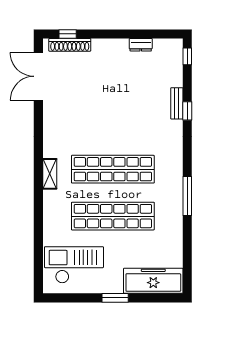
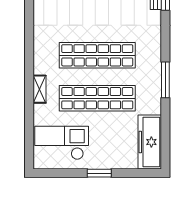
shelving: (50, 174) -> (39, 89), moved
freezer: (153, 281) -> (150, 142), moved, turned -90

